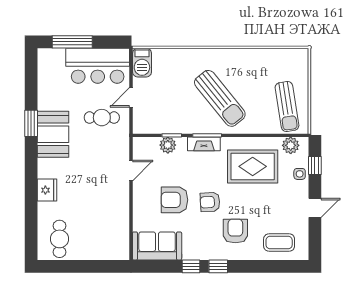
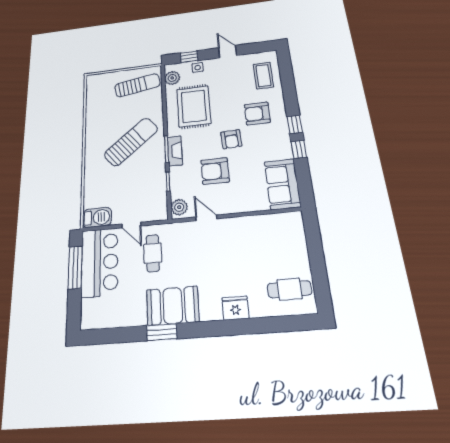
window: (72, 42) -> (75, 267), moved
plant: (168, 145) -> (179, 207), moved
armchair: (174, 200) -> (215, 171), moved, turned 90

